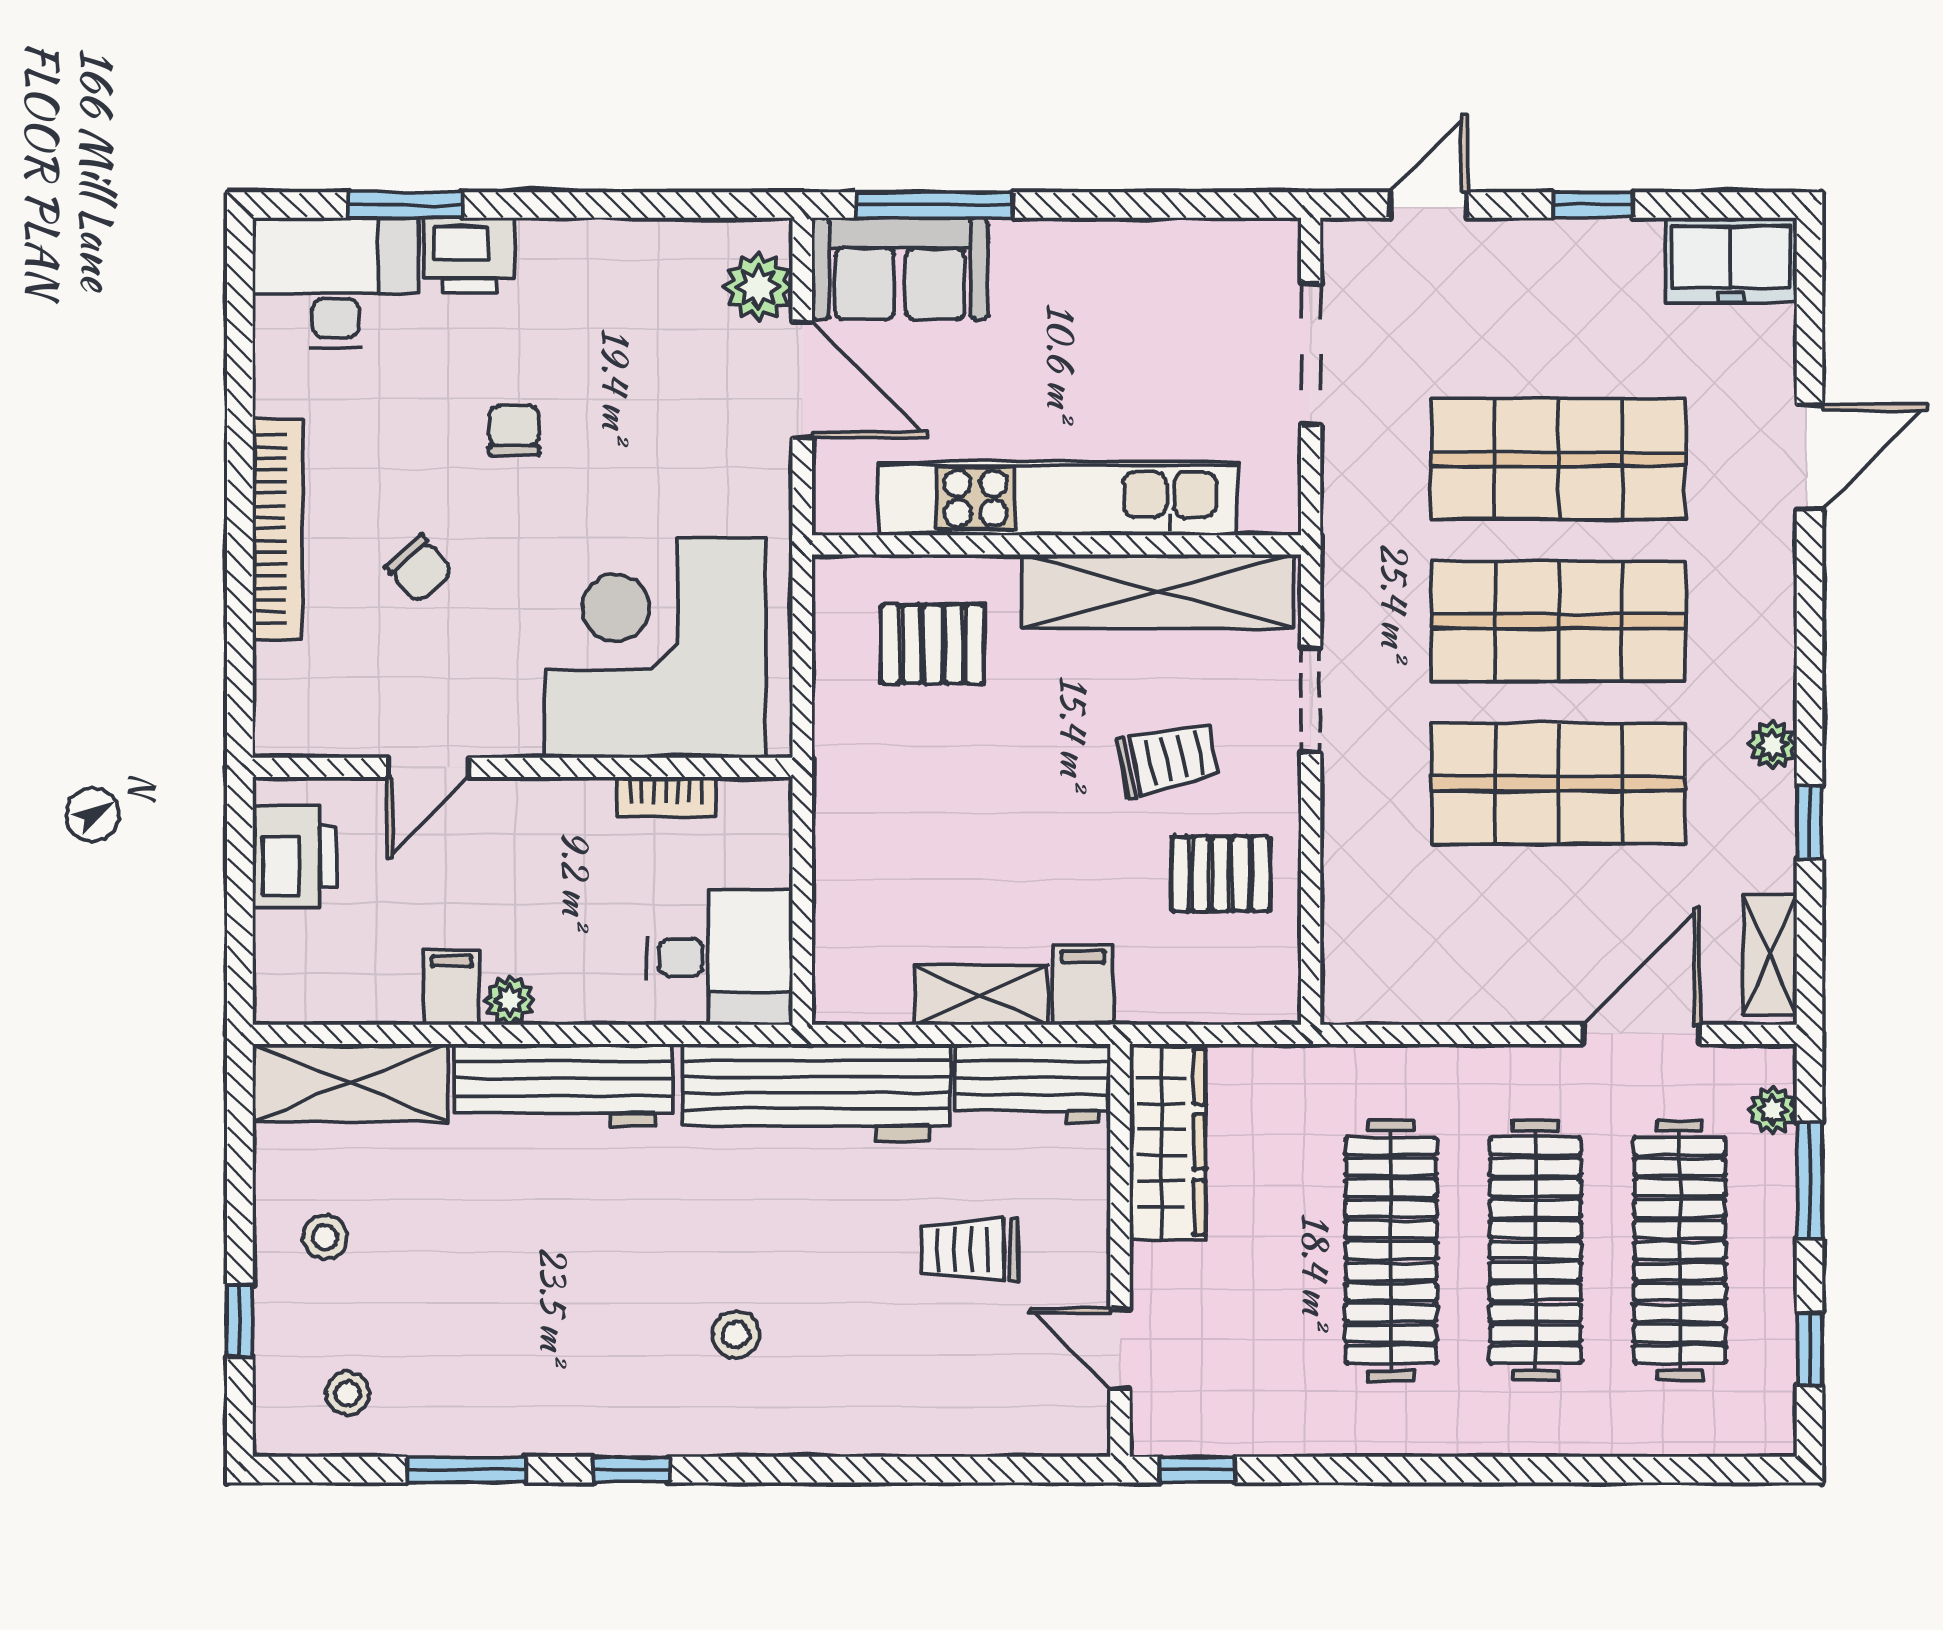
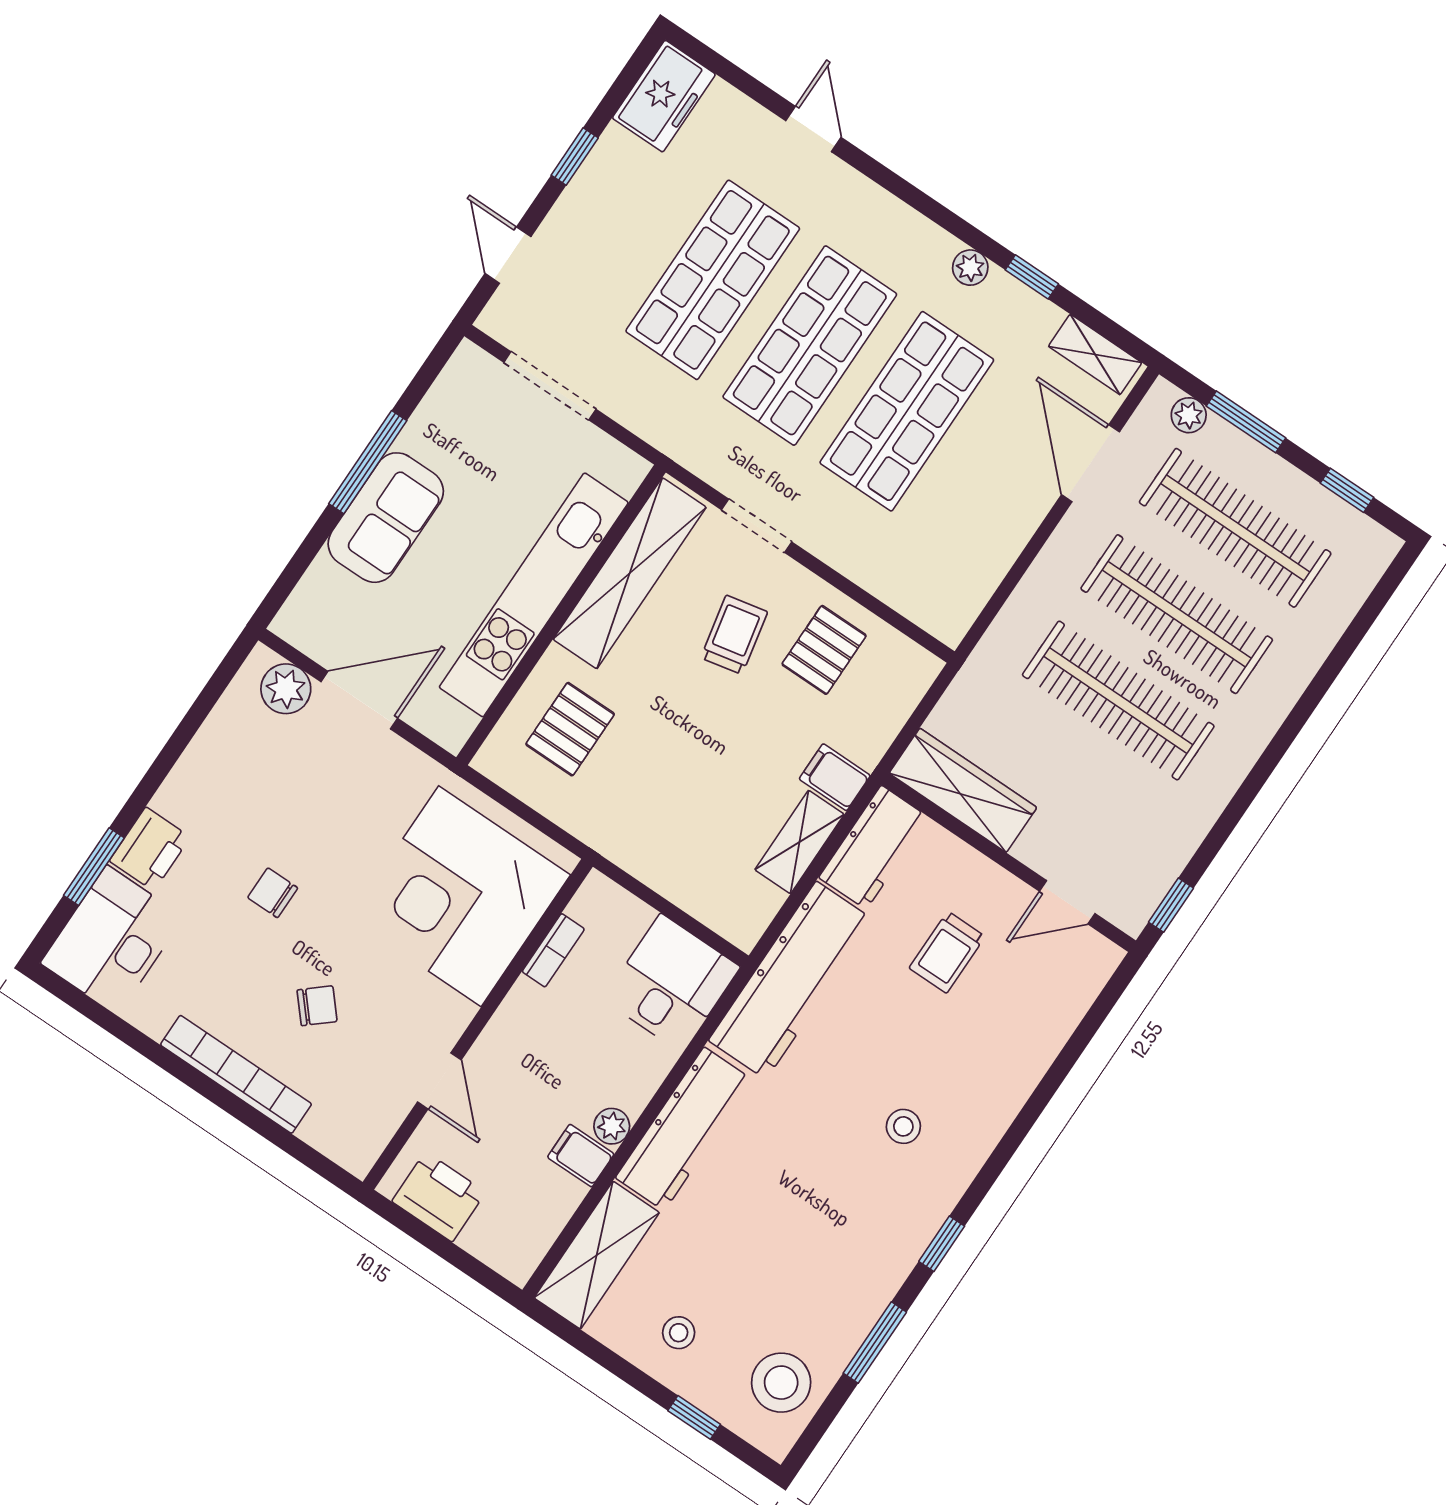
window: (935, 205) -> (368, 462), moved
sofa: (900, 269) -> (386, 518), moved
door: (1810, 457) -> (813, 129), width x0.73
stool: (347, 1393) -> (781, 1383), width x1.89, depth x1.89

